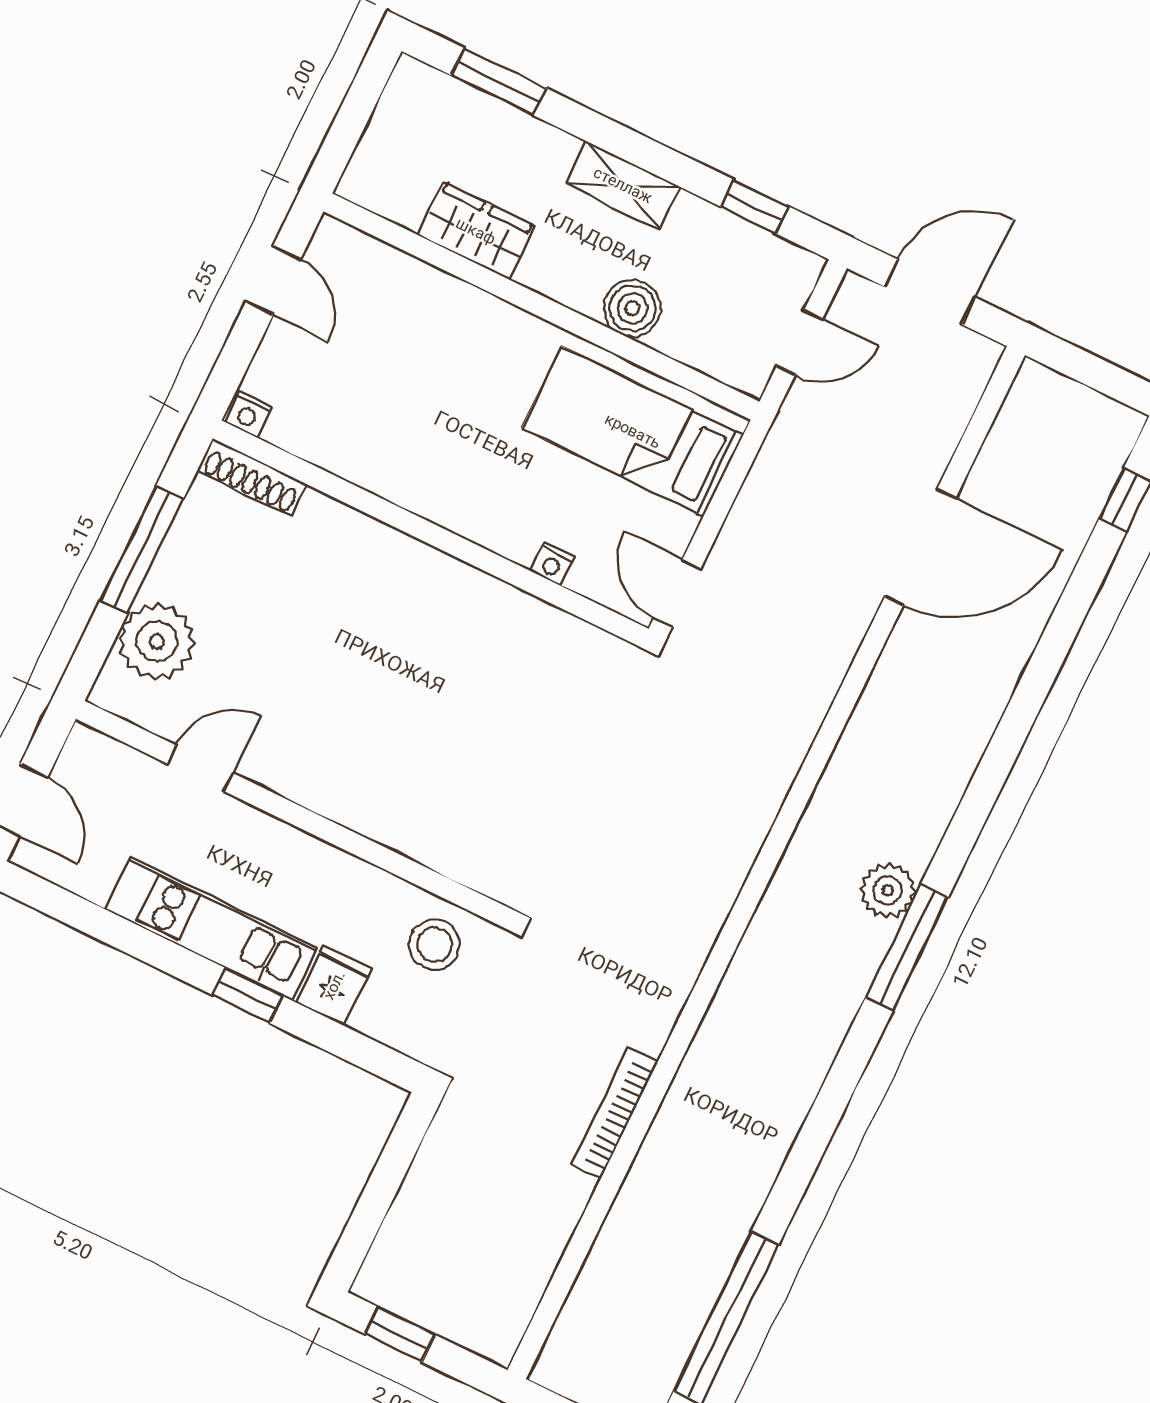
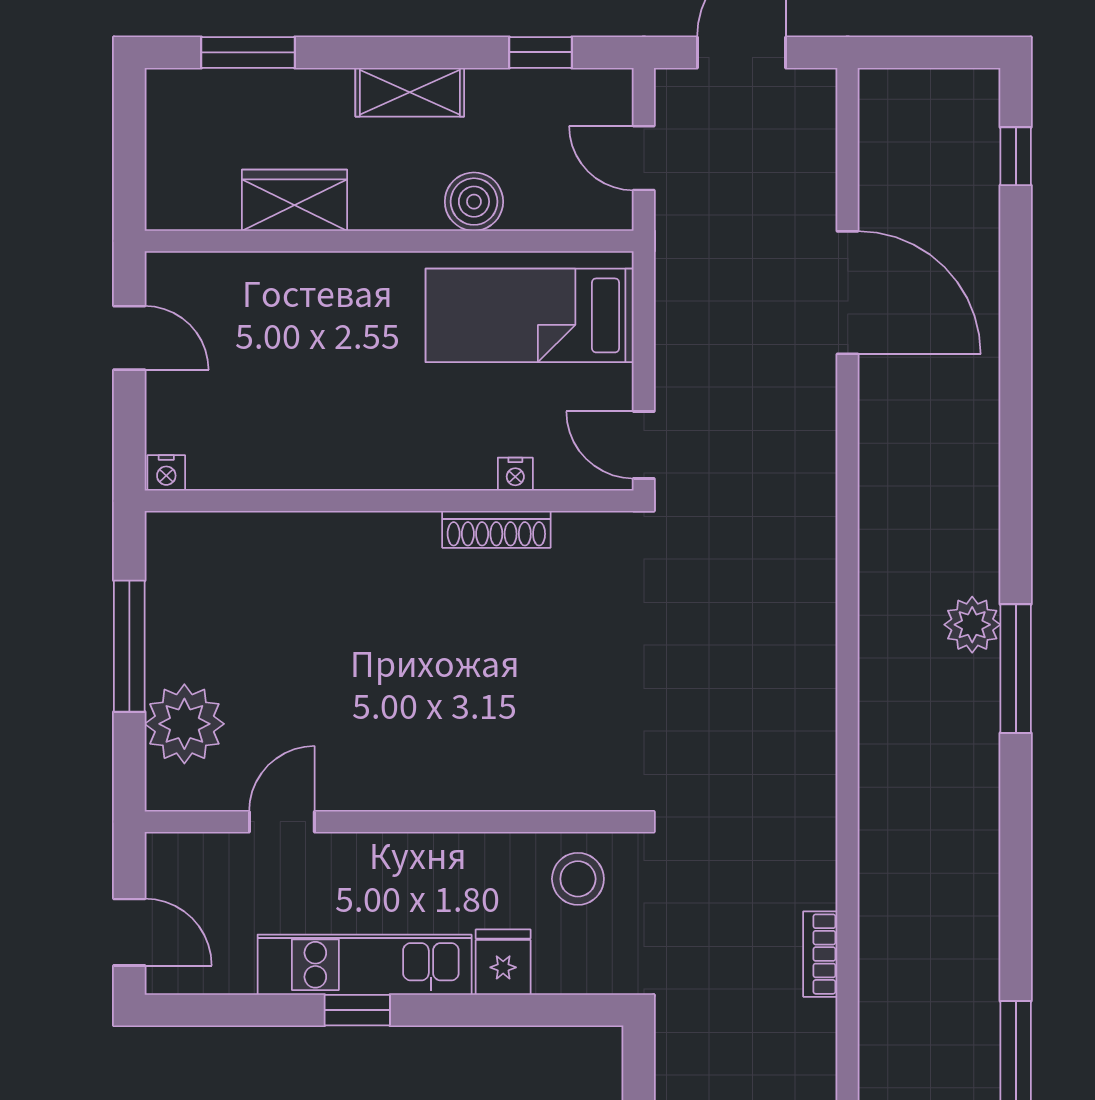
door: (799, 343) -> (644, 158), swing flipped
shoe rack: (252, 477) -> (496, 529), moved
door: (920, 547) -> (848, 293), hinge flipped
window: (248, 996) -> (357, 1010), moved
bookcase: (614, 1114) -> (820, 954), width x0.64

